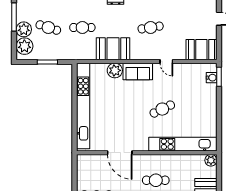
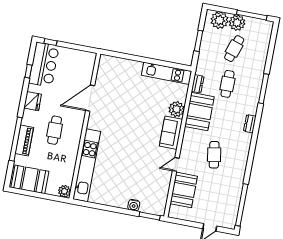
booth: (201, 50) -> (184, 190), moved
dresser: (87, 55) -> (198, 84), added
water cooler: (212, 78) -> (134, 205), moved
kitchen unit: (83, 106) -> (166, 73), width x0.54
cafe table: (162, 109) -> (127, 151), removed

